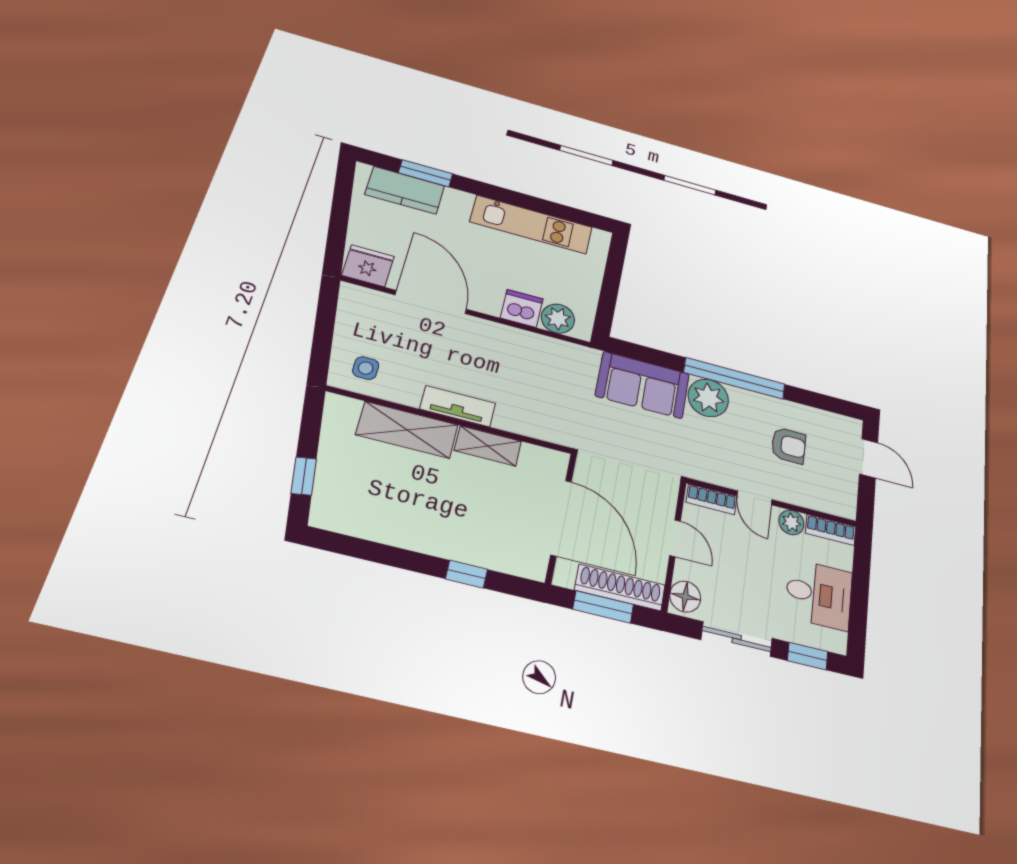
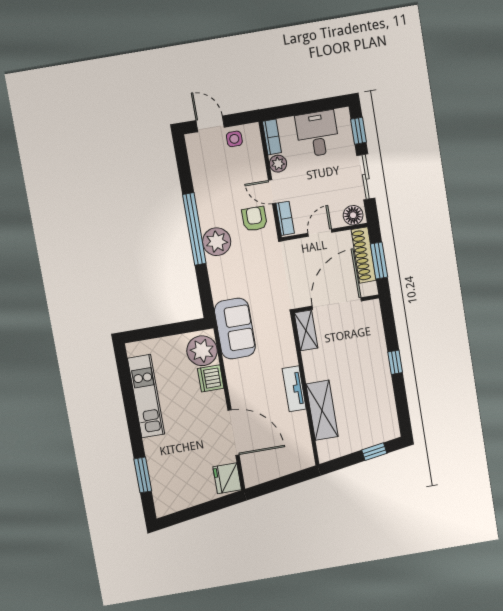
kitchen counter: (405, 190) -> (162, 482), removed
door: (431, 302) -> (234, 433), swing flipped
plant: (558, 319) -> (202, 351), width x1.36, depth x1.36
side table: (366, 368) -> (234, 139), moved
sofa: (643, 385) -> (235, 329), moved
shelving: (488, 446) -> (306, 330), moved
armchair: (789, 446) -> (254, 219), moved
door: (869, 458) -> (210, 124), hinge flipped
door: (754, 498) -> (272, 192), swing flipped
window: (466, 574) -> (395, 362), moved

